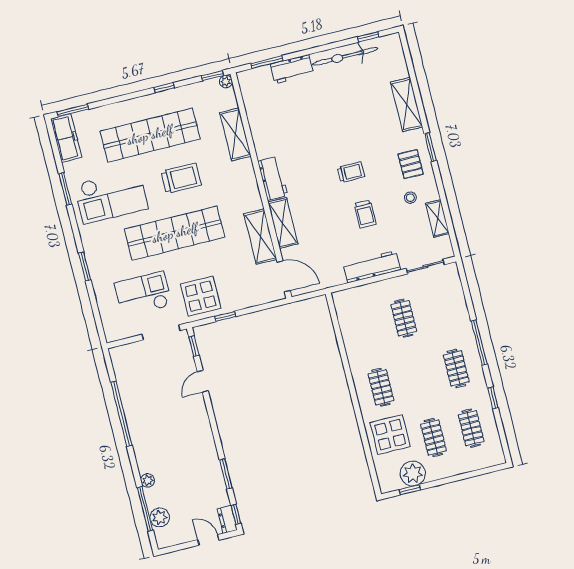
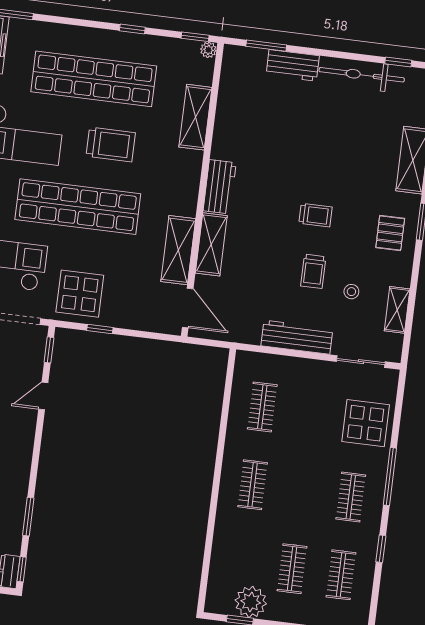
stool: (410, 198) -> (351, 292), moved
clothes rail: (404, 318) -> (262, 407), moved
display table: (390, 435) -> (366, 423), moved

